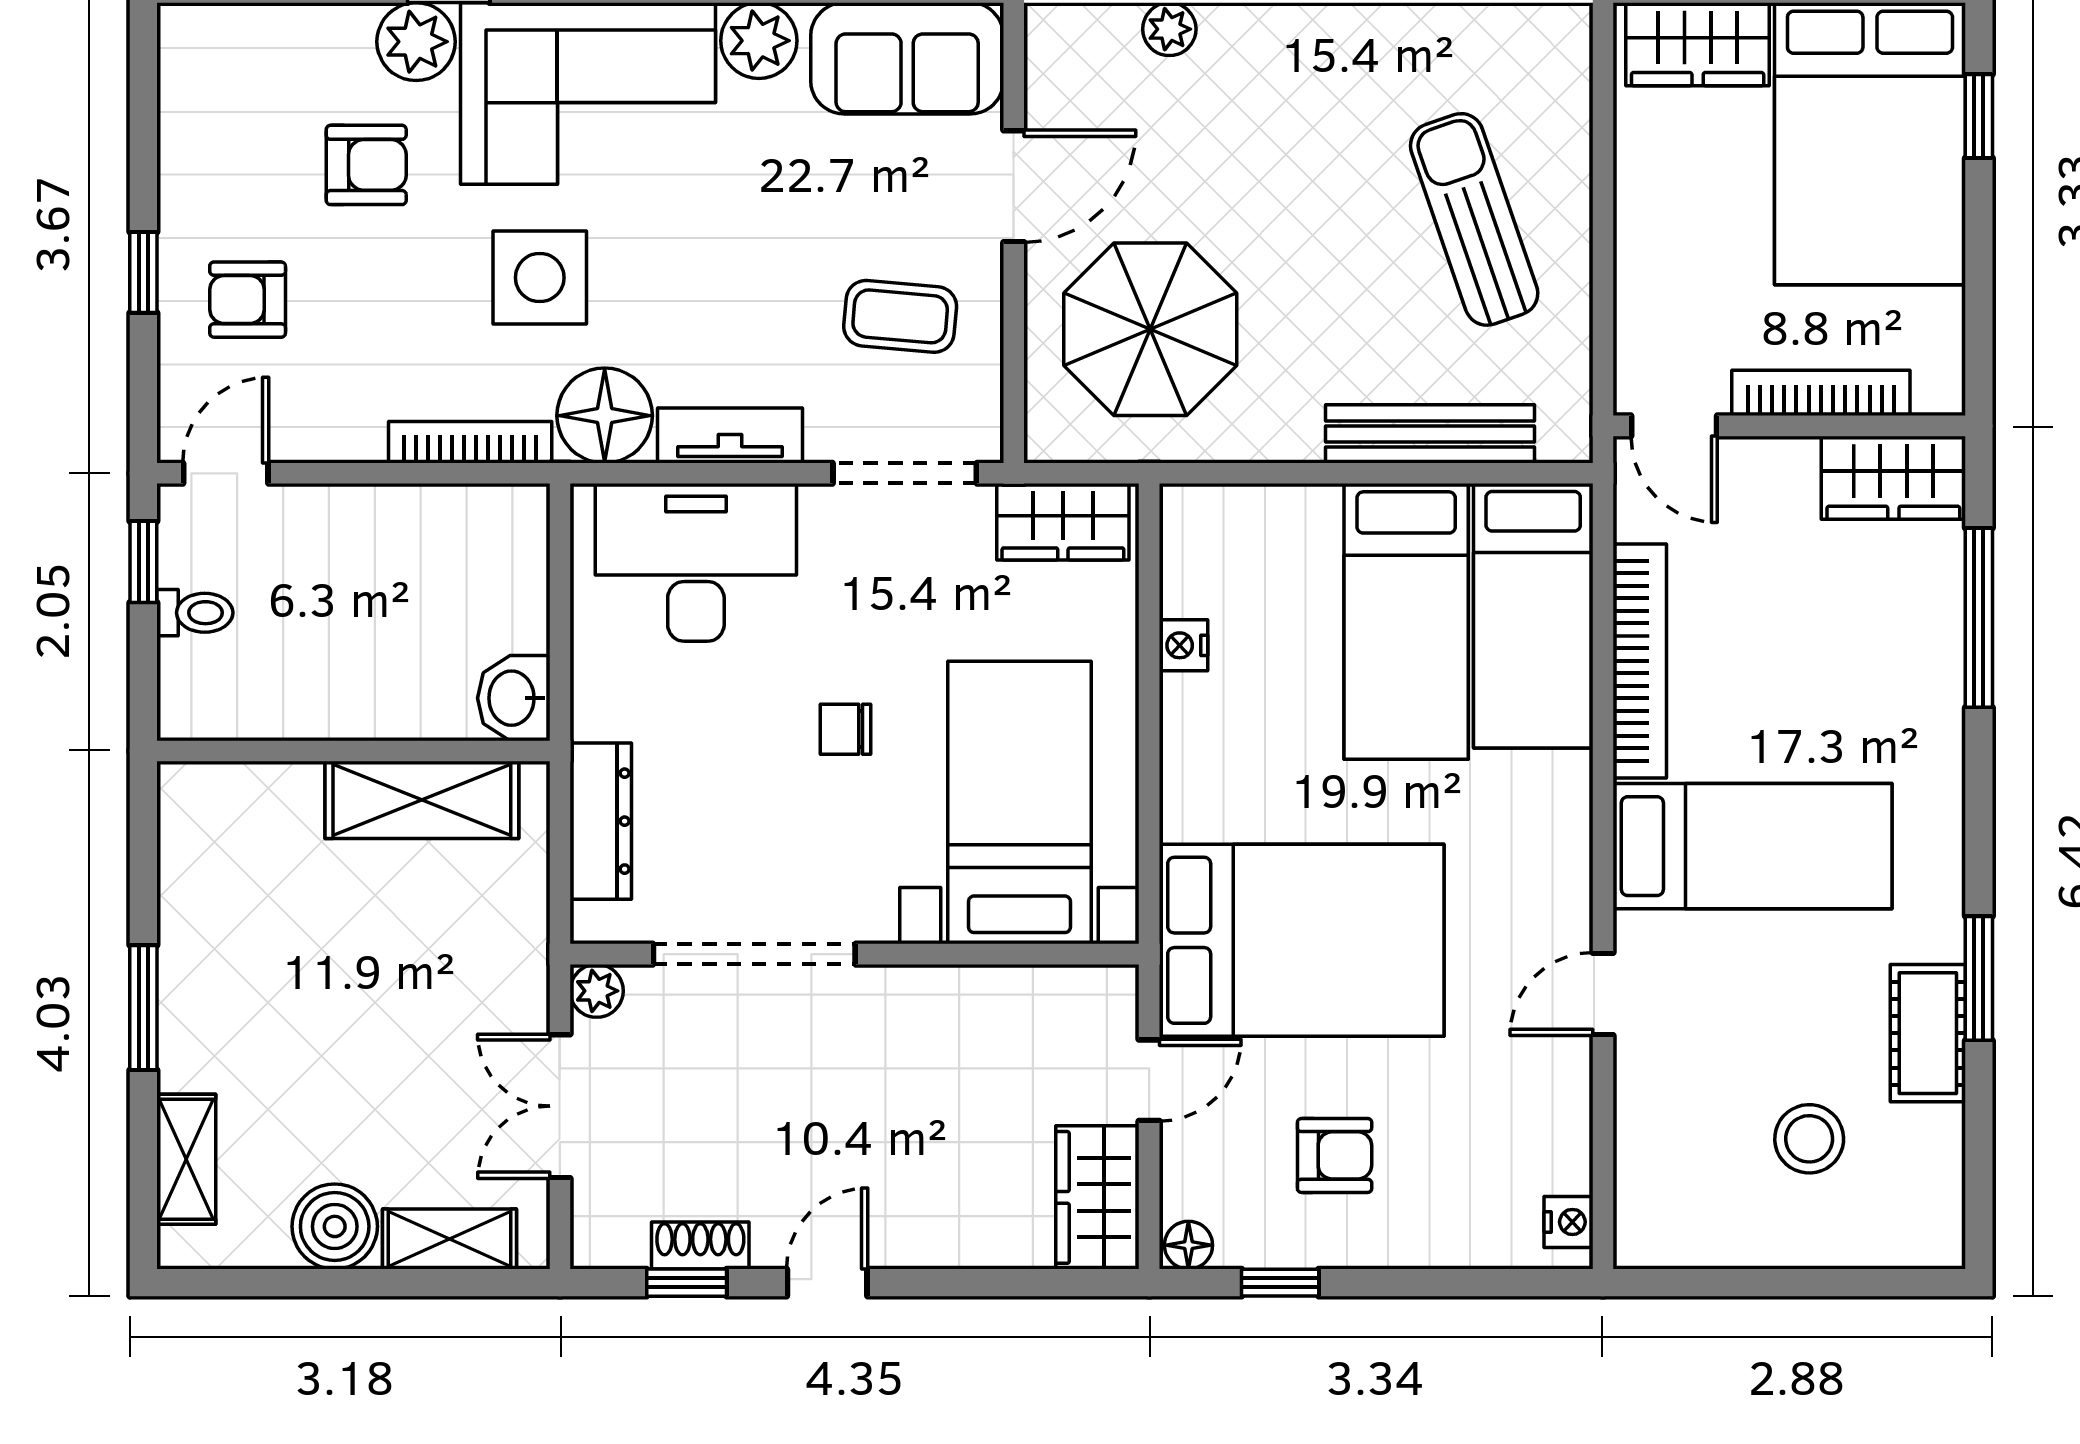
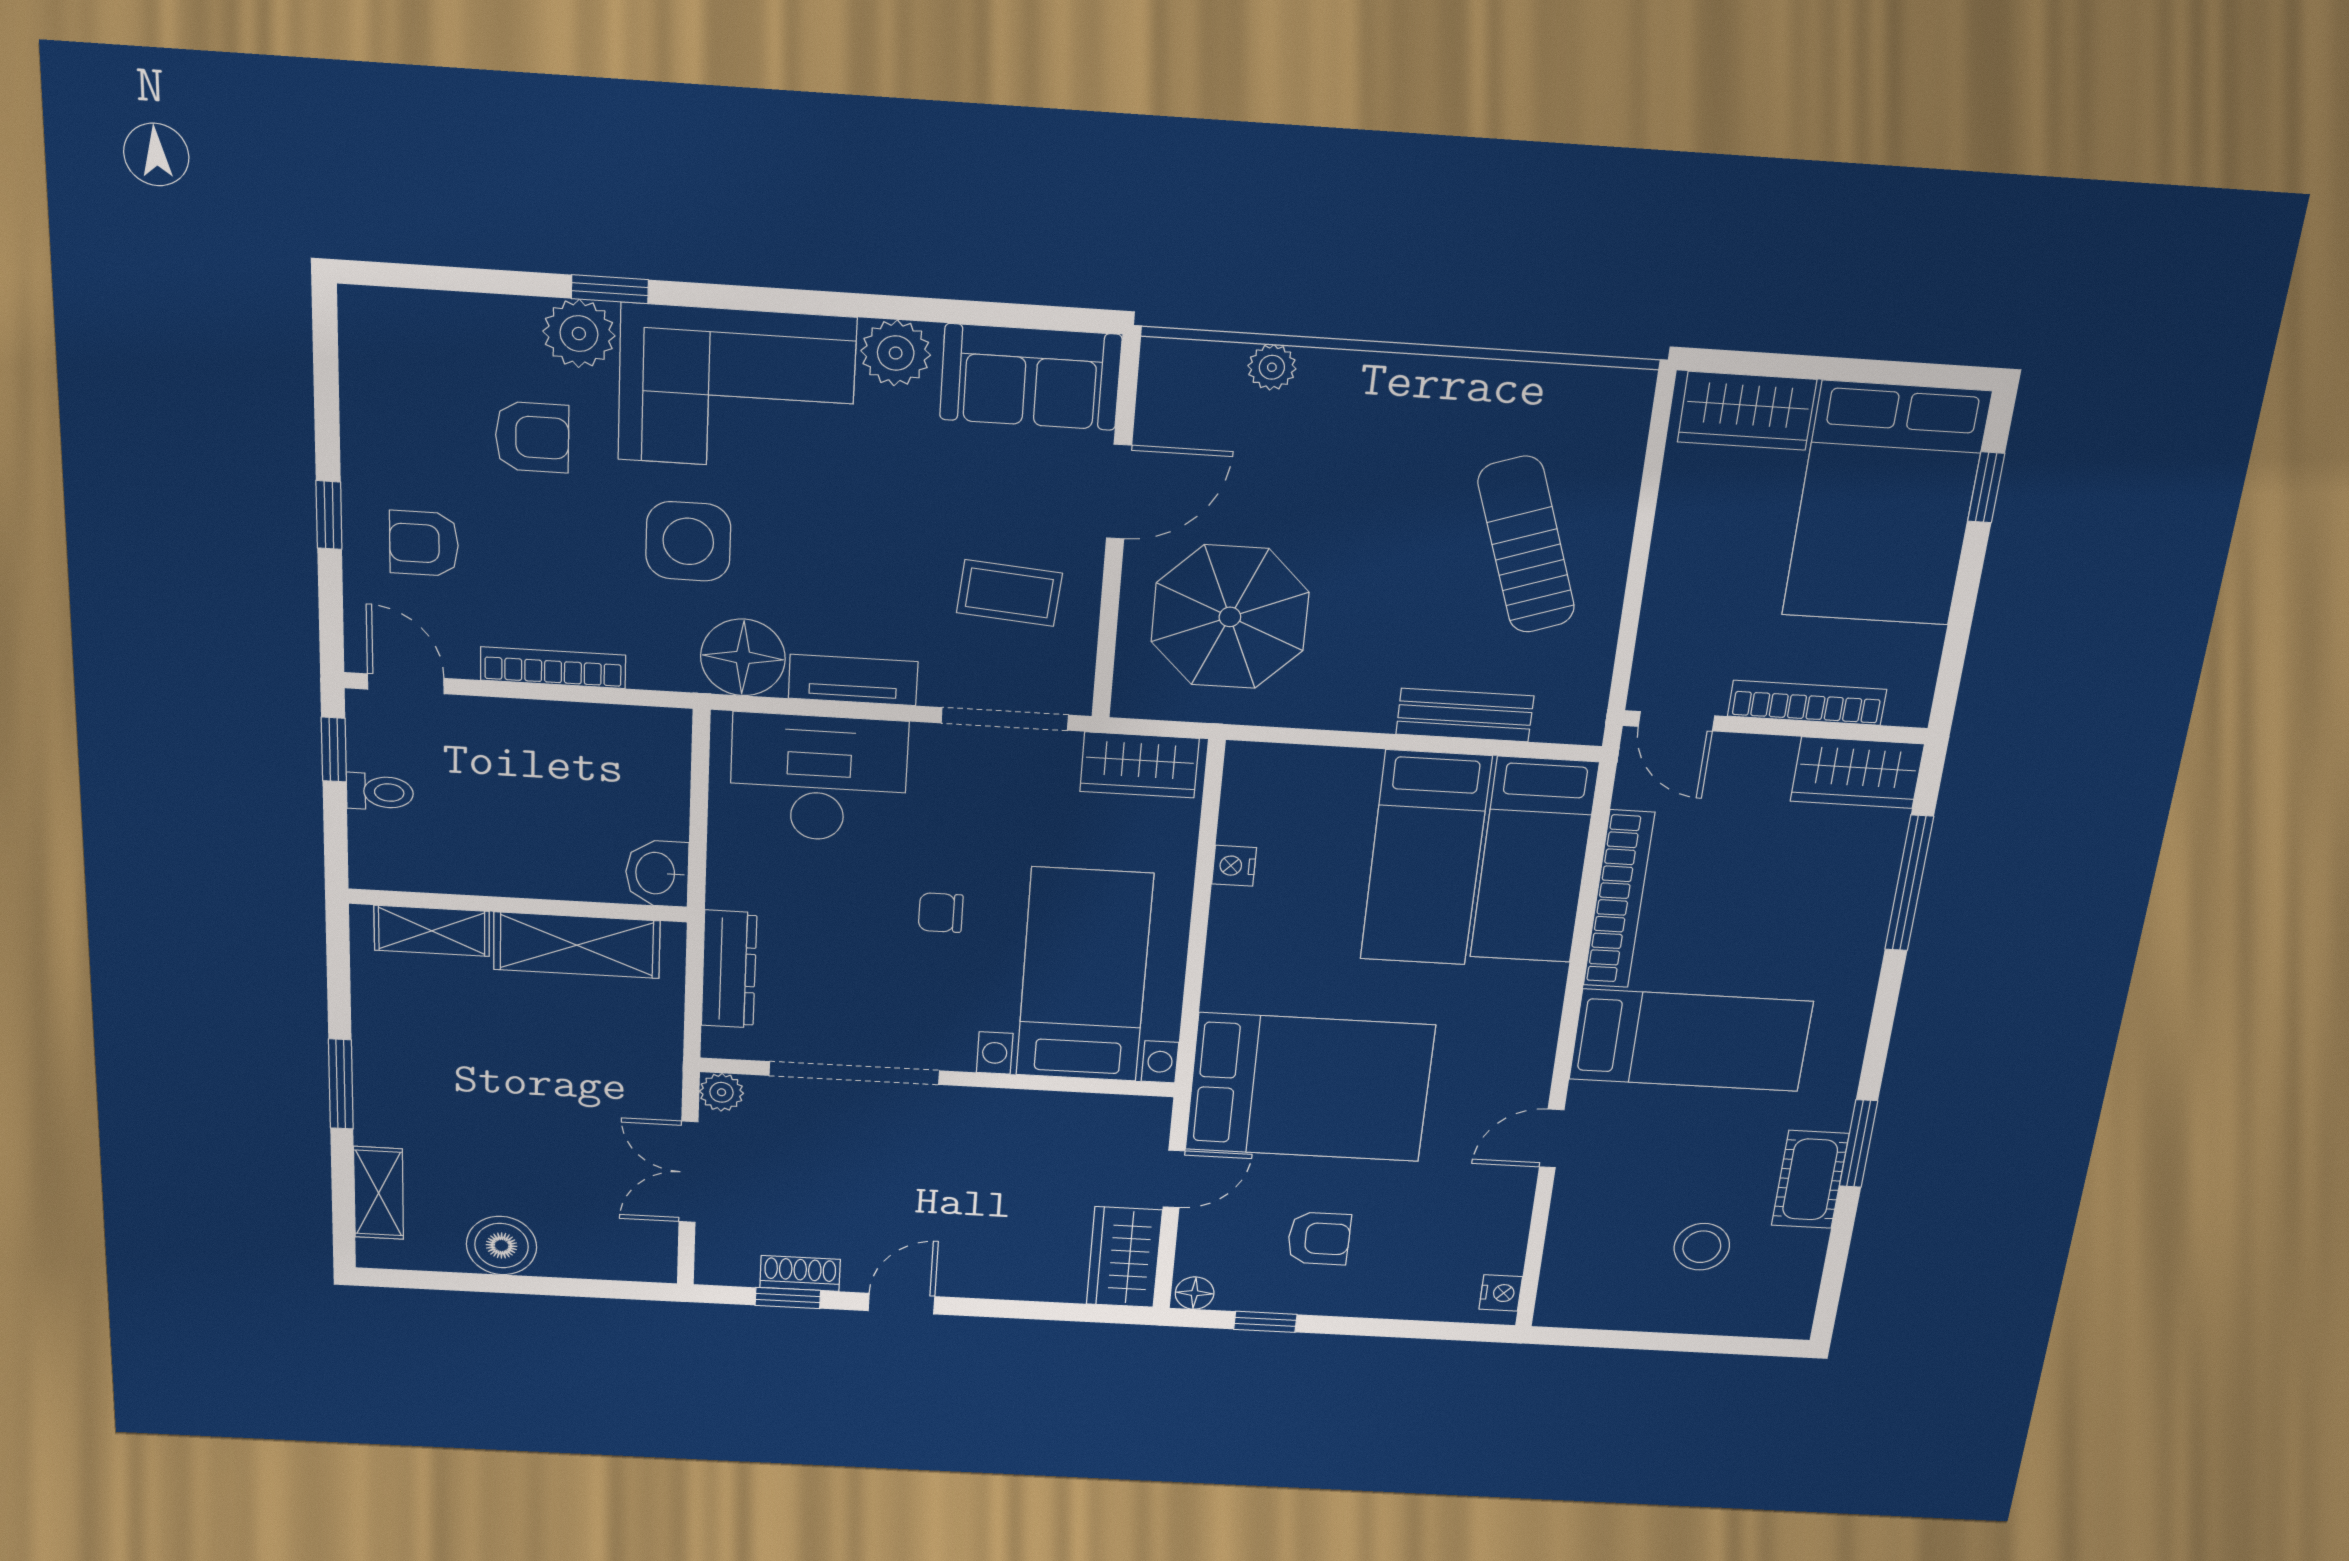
bench: (1430, 434) -> (1465, 715), width x0.73
bookcase: (470, 442) -> (553, 668), moved
door: (226, 473) -> (406, 684), hinge flipped
shelving: (450, 1239) -> (432, 931), moved

